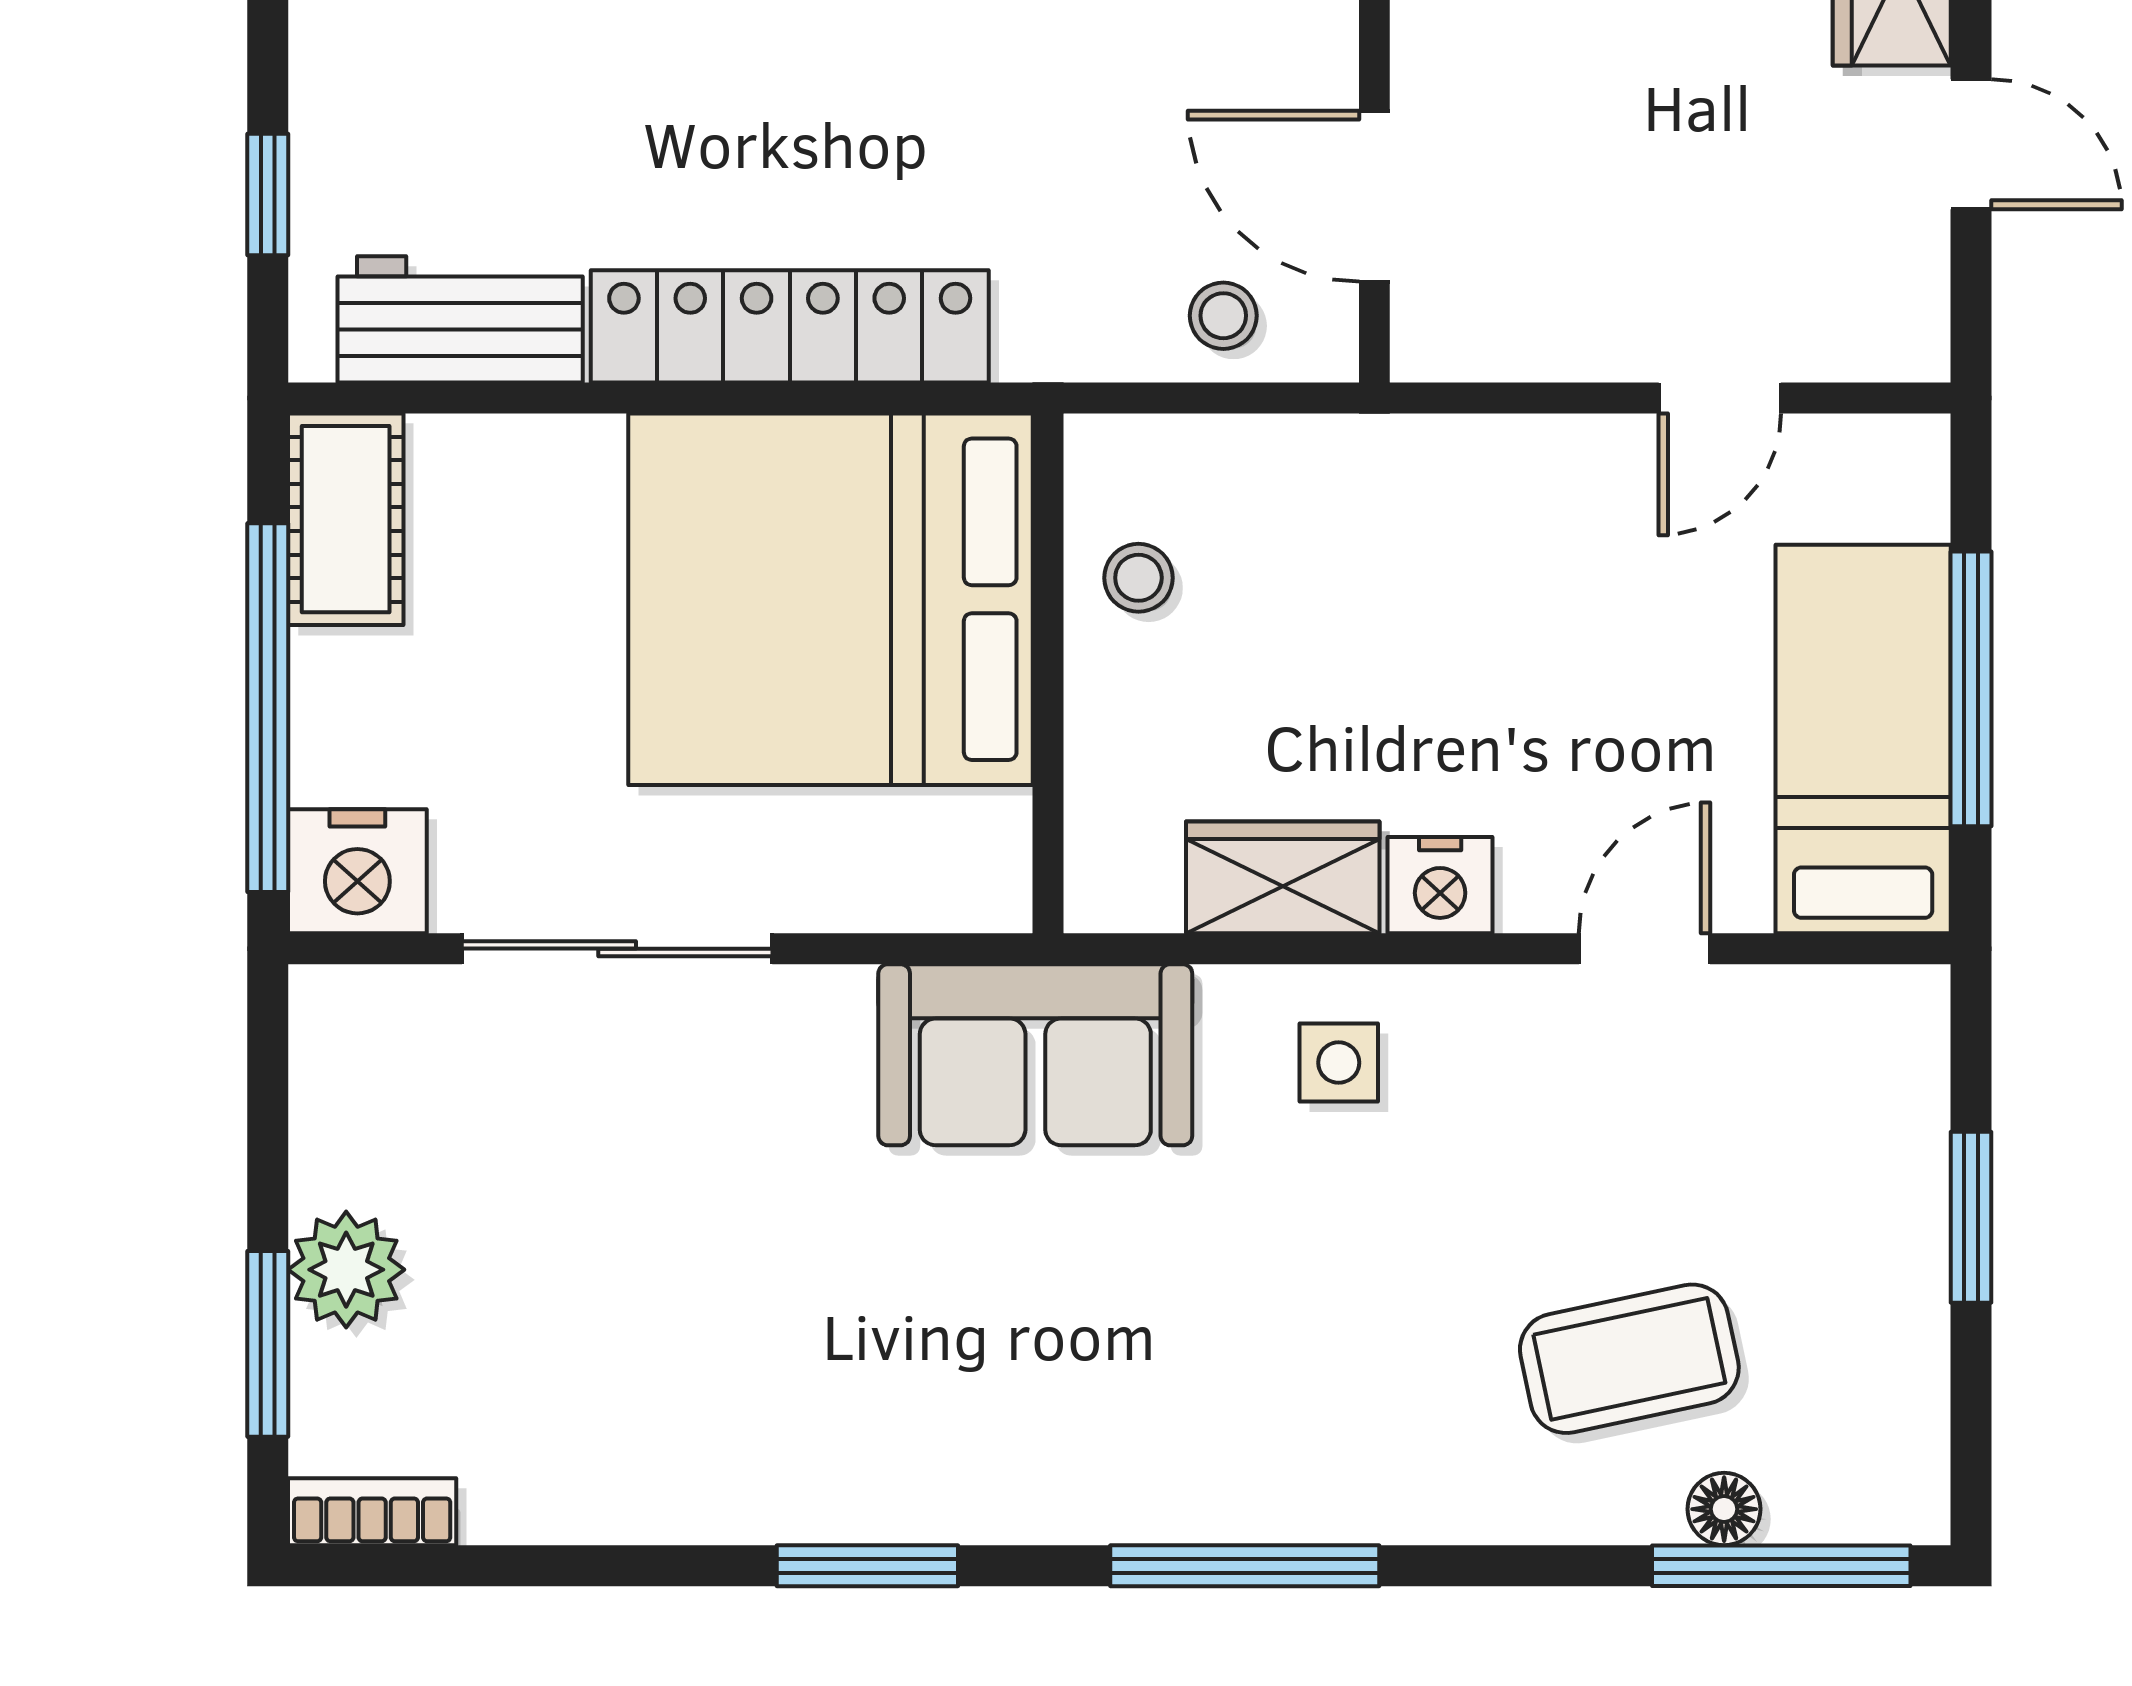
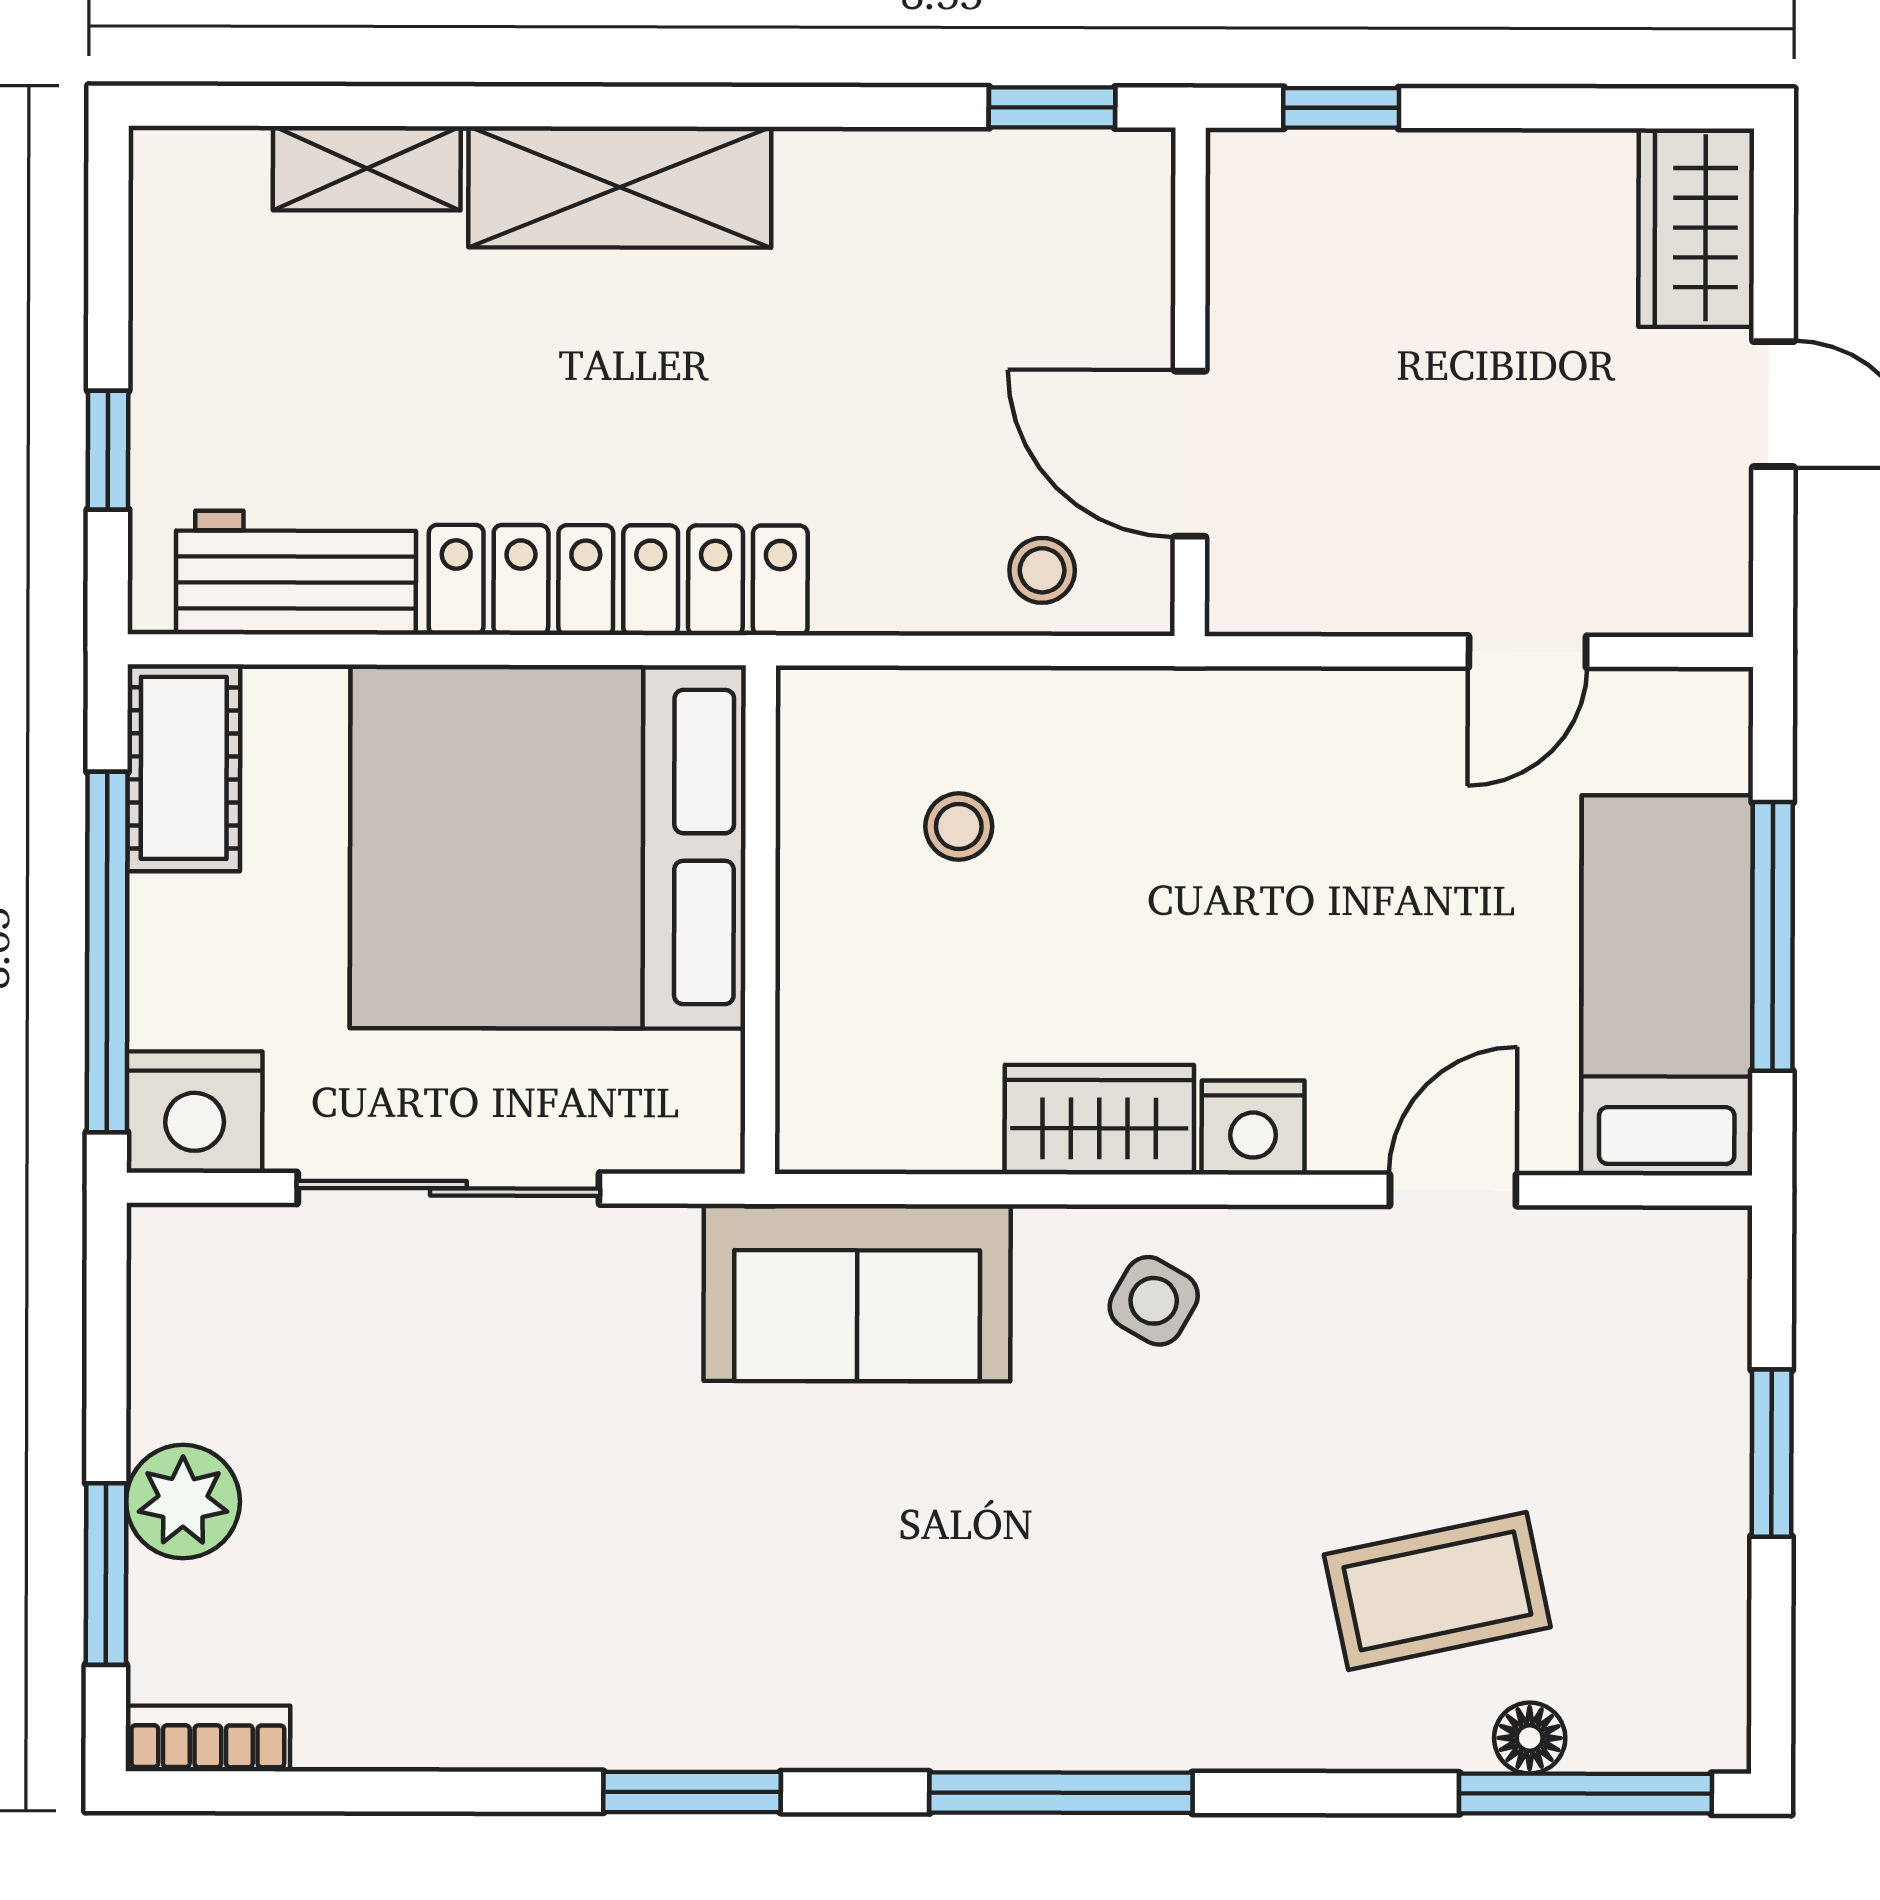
bed: (831, 599) -> (548, 847), moved
wall: (1048, 673) -> (760, 920), moved
side table: (1339, 1063) -> (1154, 1301), turned 30

